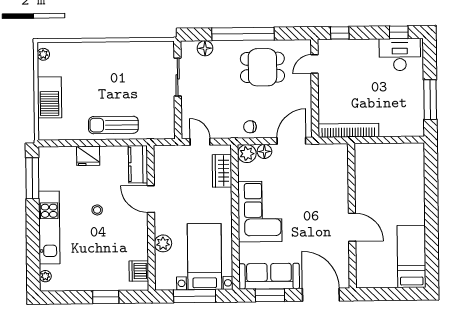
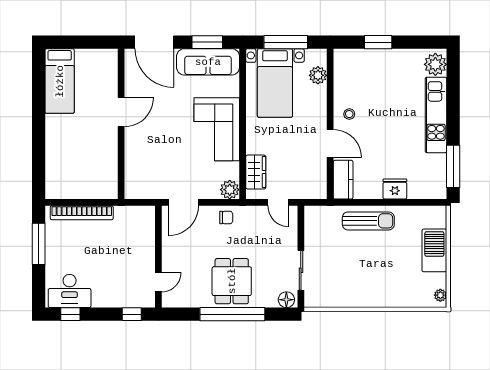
floor lamp: (205, 48) -> (286, 300), moved
dining table: (262, 67) -> (232, 281), moved, turned 90
bookcase: (348, 130) -> (82, 213), moved
floor lamp: (264, 151) -> (211, 192), removed
stool: (97, 210) -> (349, 114), moved
door: (352, 227) -> (121, 112), swing flipped
plant: (163, 243) -> (318, 75), moved
dishwasher: (139, 271) -> (343, 69), removed
plant: (45, 276) -> (435, 64), width x1.88, depth x1.88

